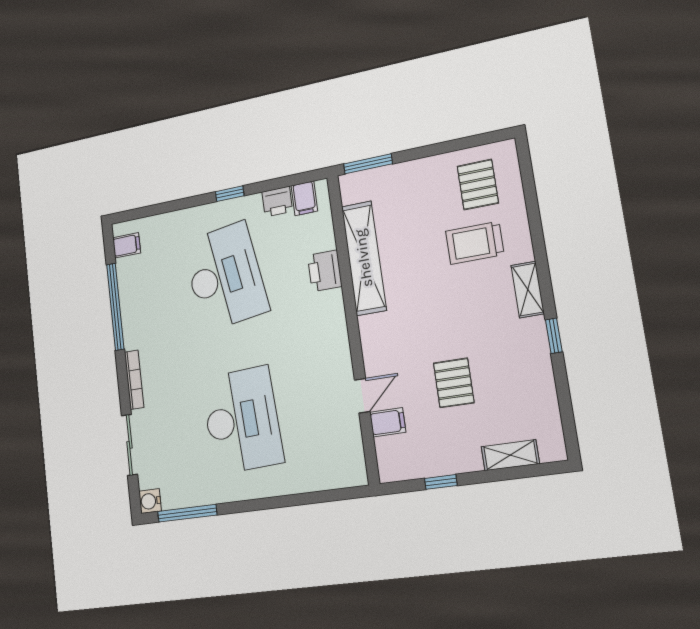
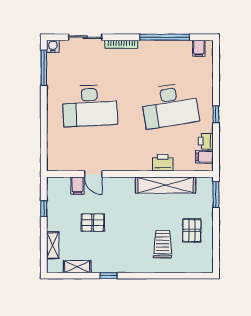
pallet: (478, 185) -> (192, 230), moved, turned 90
shelving: (528, 290) -> (77, 267), moved

